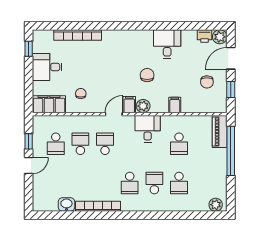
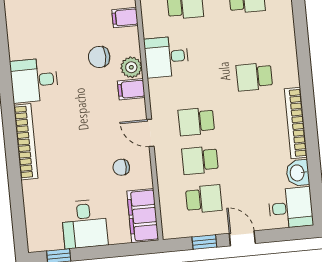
bookcase: (78, 35) -> (26, 142), moved
desk: (167, 44) -> (34, 80), moved
chair: (147, 75) -> (99, 57), moved
door: (114, 114) -> (150, 133), moved
school desk: (130, 183) -> (254, 77), turned 180
school desk: (154, 183) -> (251, 38), removed
desk: (45, 198) -> (291, 208), added

